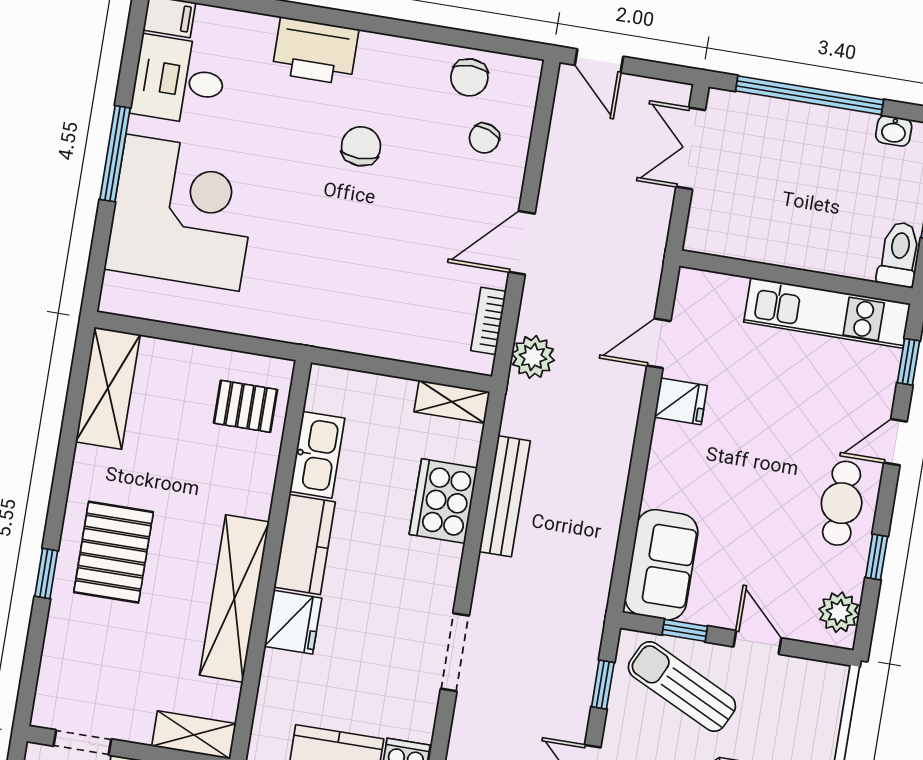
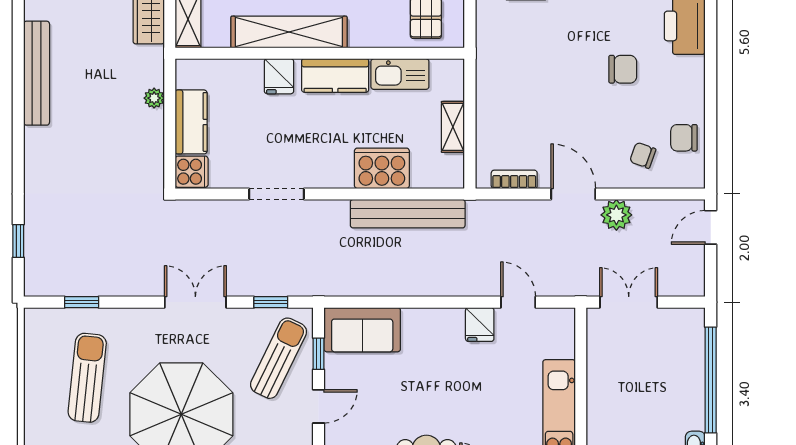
double door: (691, 148) -> (629, 302), moved
plant: (533, 357) -> (616, 215), moved
shelving: (452, 402) -> (453, 127), moved
bench: (505, 496) -> (408, 214), width x1.37, depth x1.21
fridge: (293, 622) -> (279, 76), width x0.72

